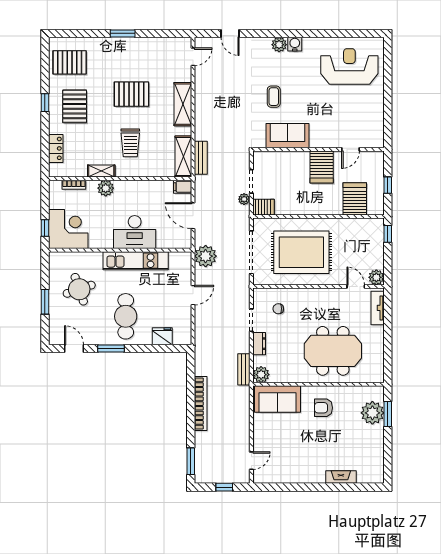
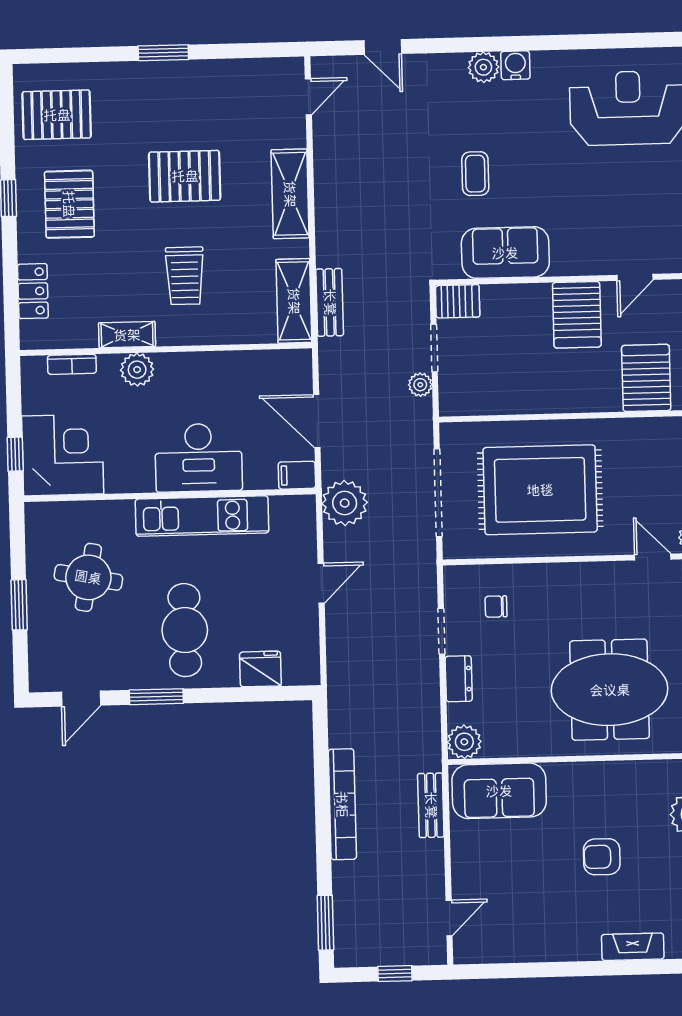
filing cabinet: (183, 187) -> (297, 475), moved
server rack: (263, 207) -> (458, 301), moved
round table: (79, 289) -> (88, 577), turned 30
door: (74, 349) -> (81, 699), swing flipped
bench: (244, 369) -> (431, 805), moved
armchair: (323, 408) -> (602, 857), moved

